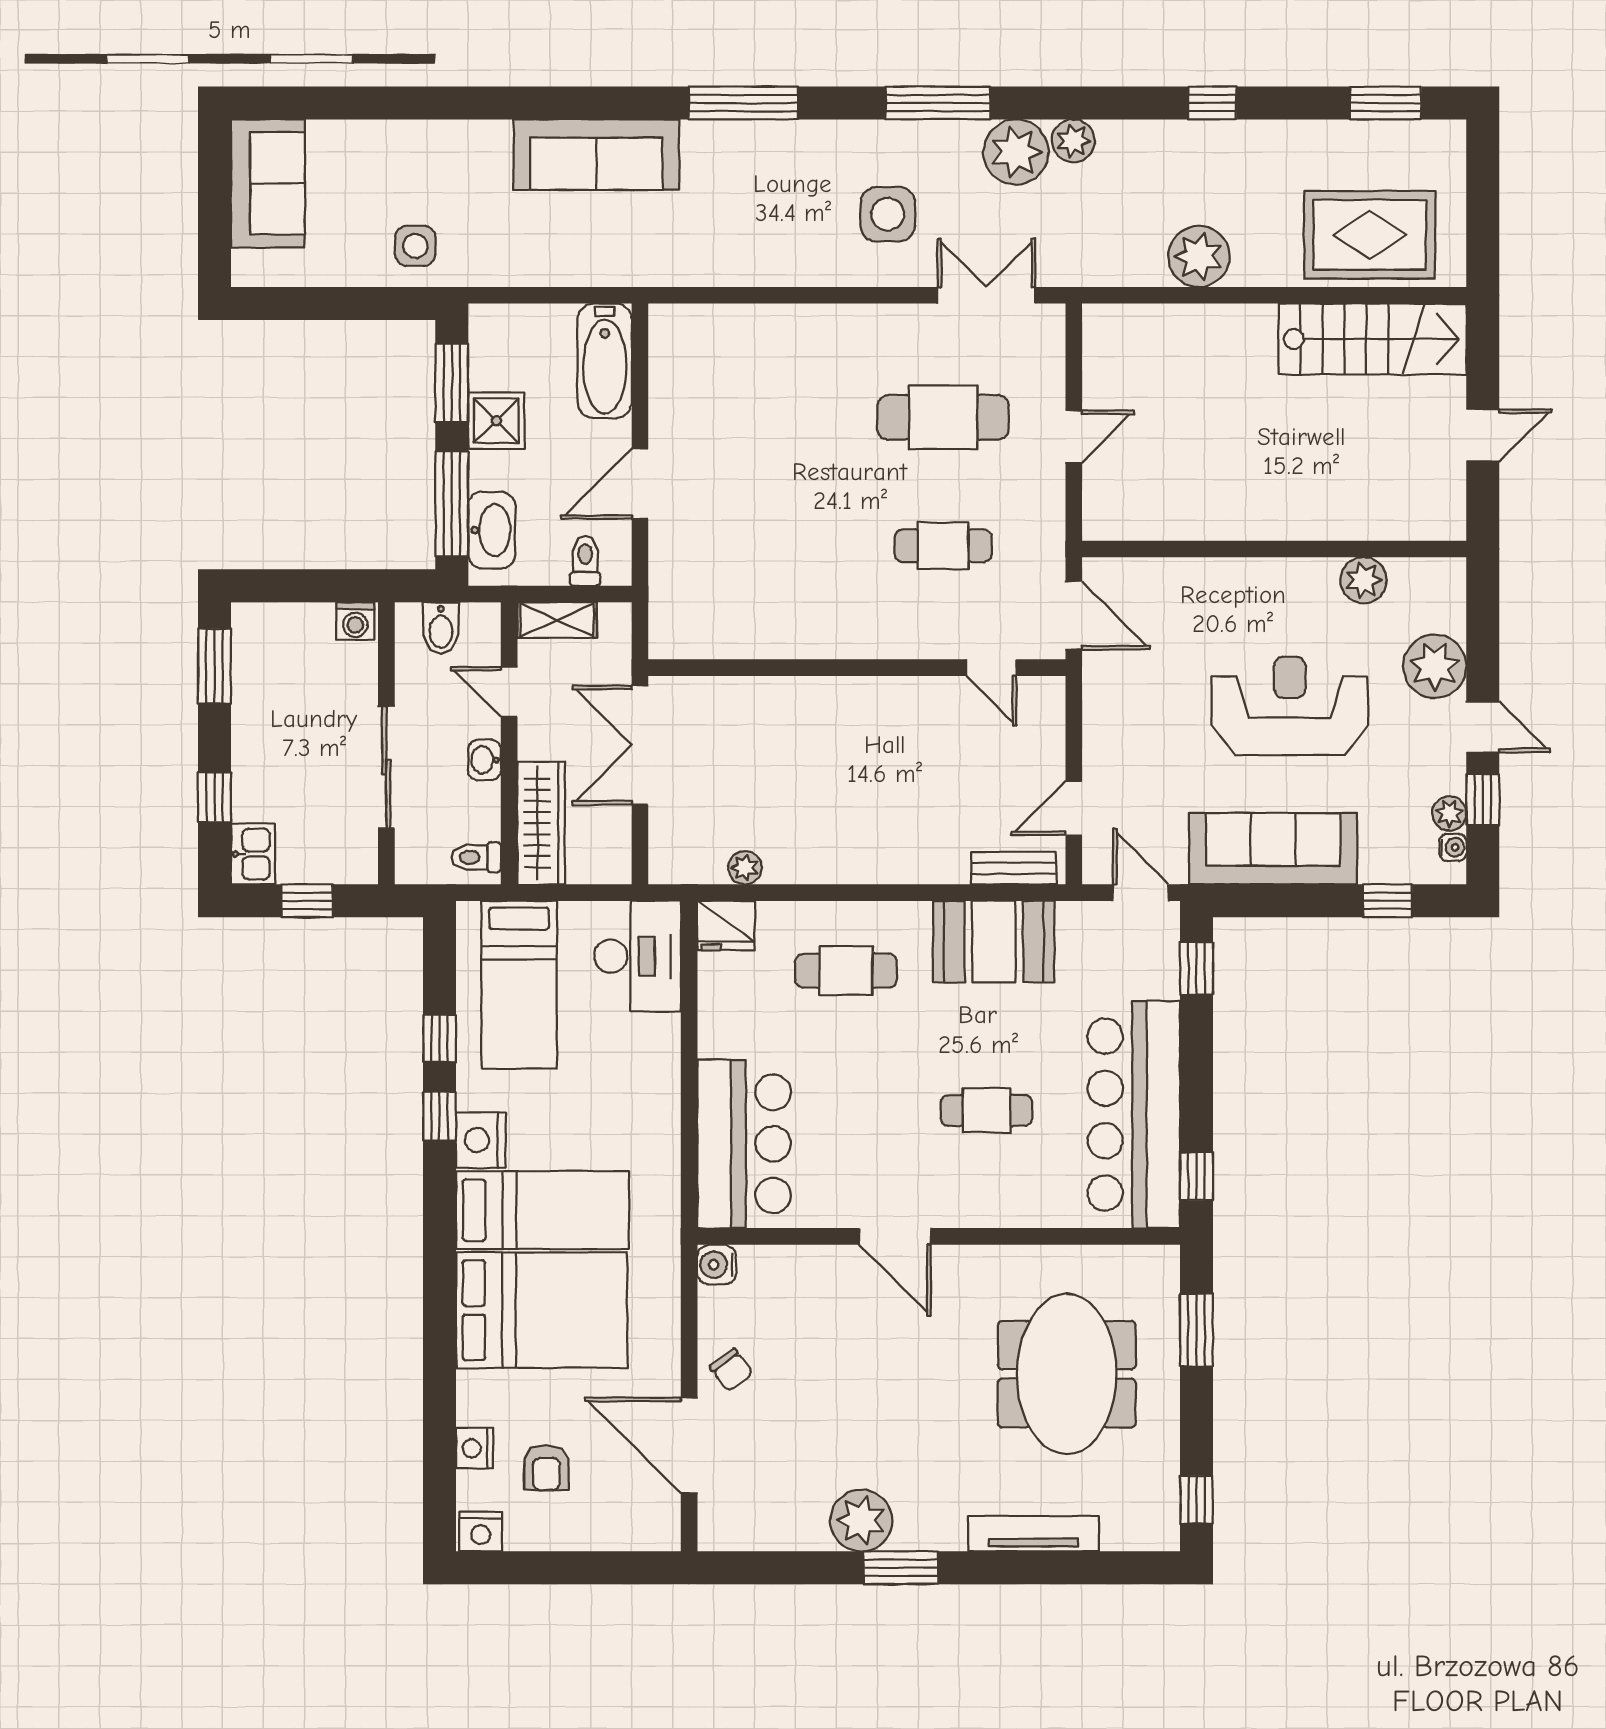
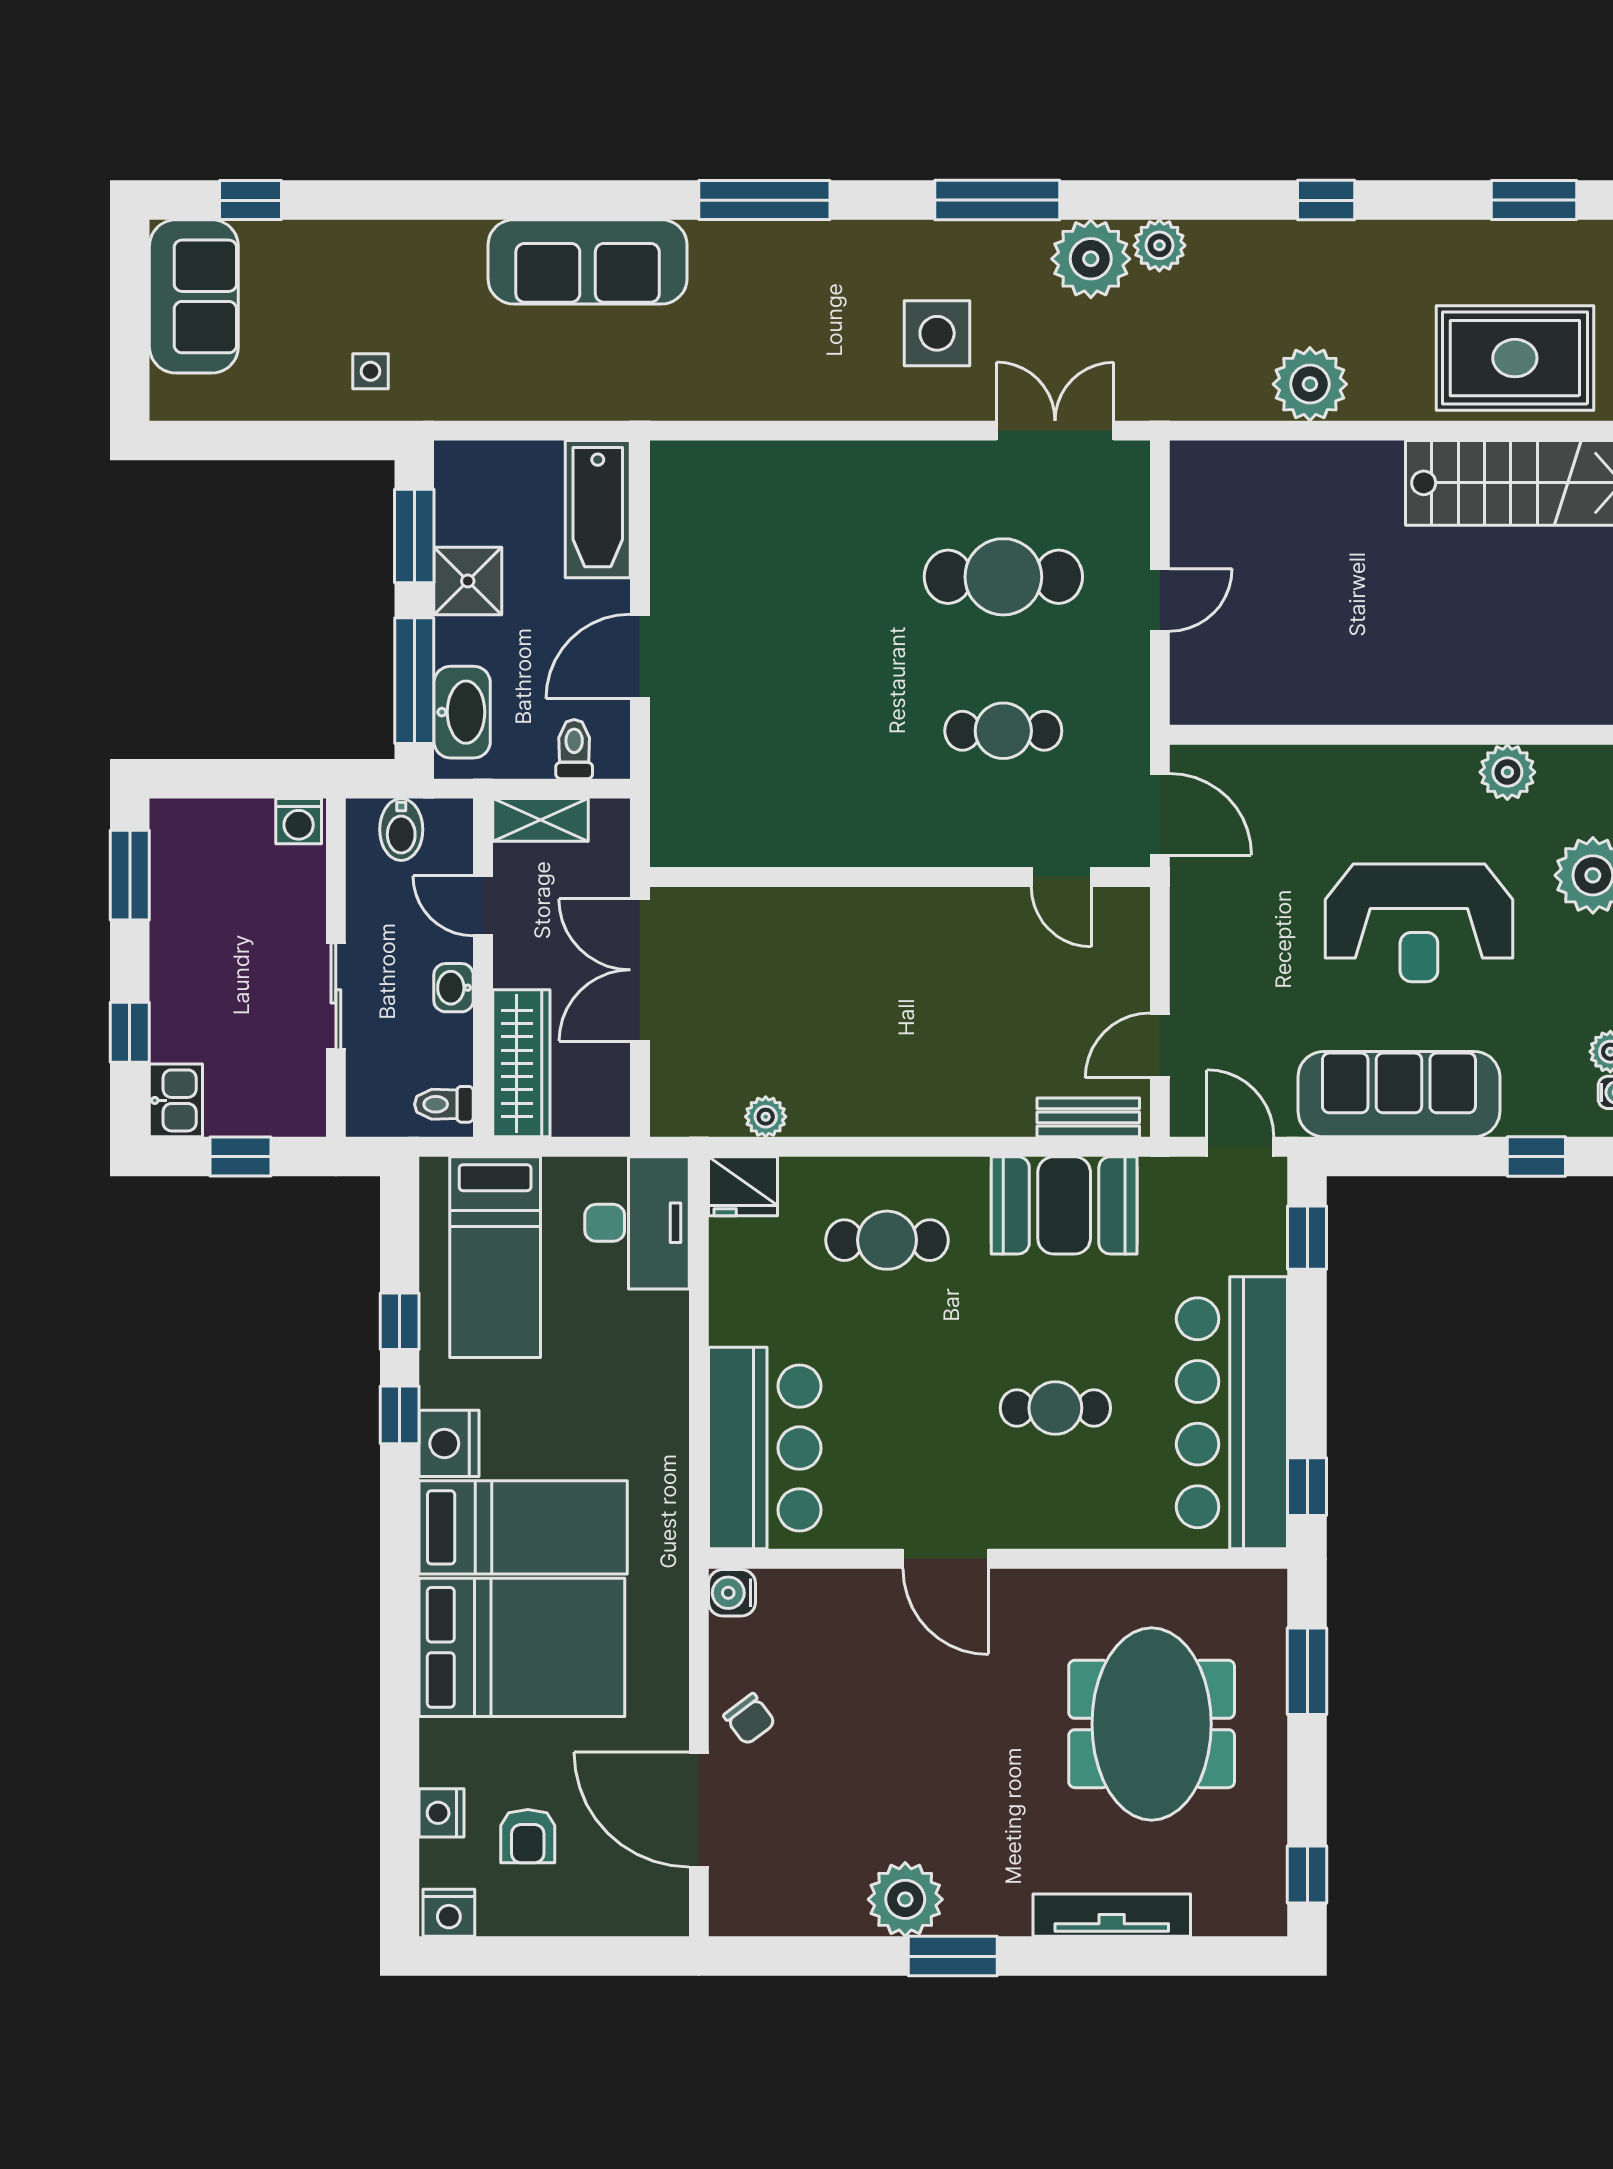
window: (315, 103) -> (251, 200), added
side table: (415, 246) -> (371, 371), width x0.73, depth x0.73
reception desk: (1290, 706) -> (1419, 923), turned 180
sliding door: (386, 767) -> (336, 996), width x0.73

